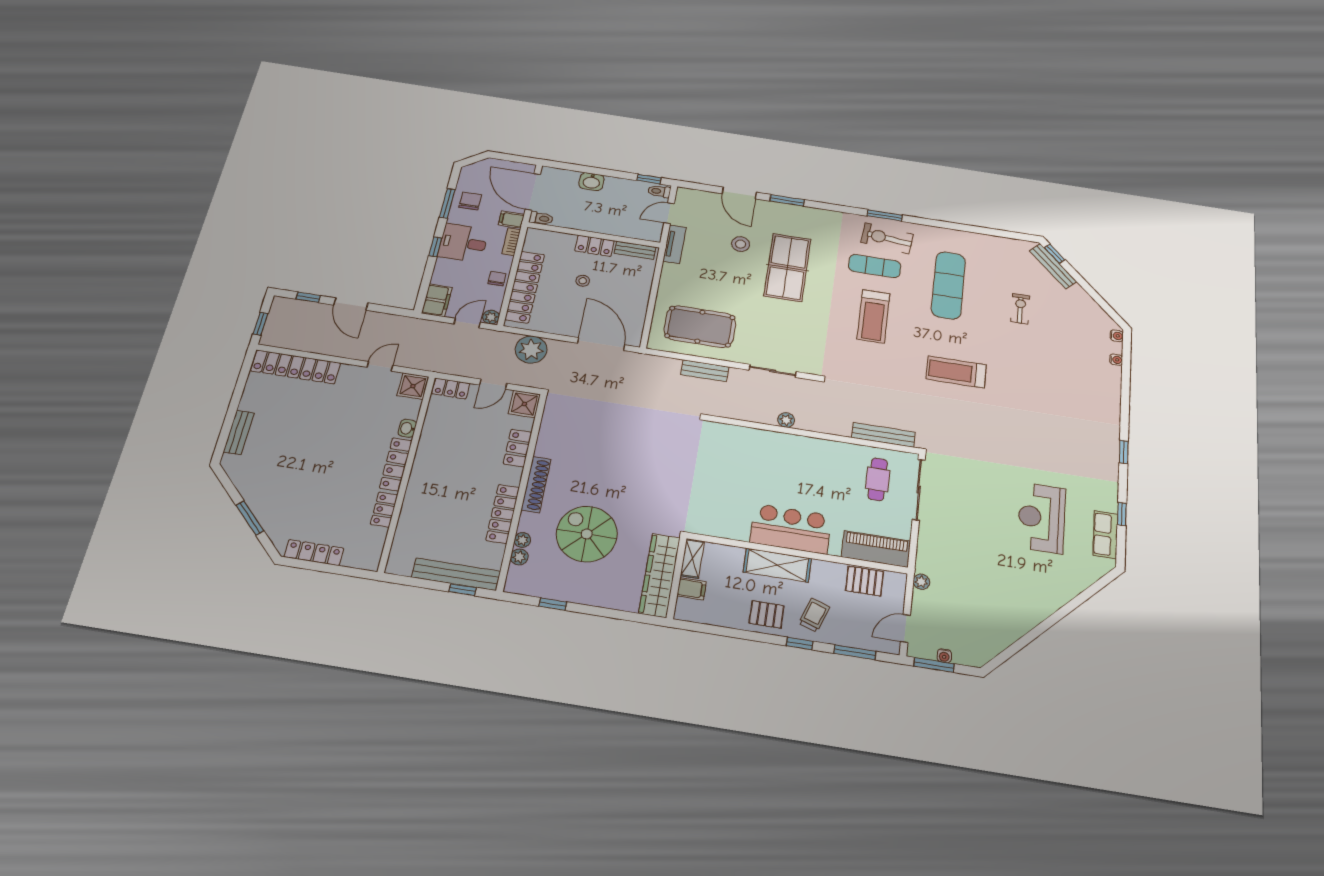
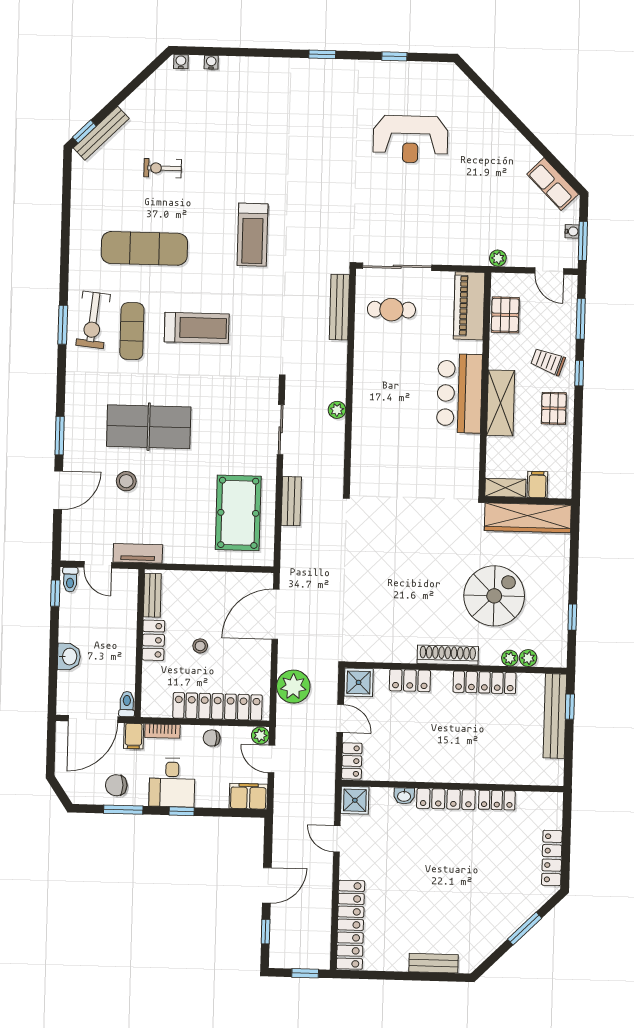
spiral stairs: (587, 534) -> (494, 596), turned 180
row of seats: (1105, 535) -> (553, 184), moved, turned 45

